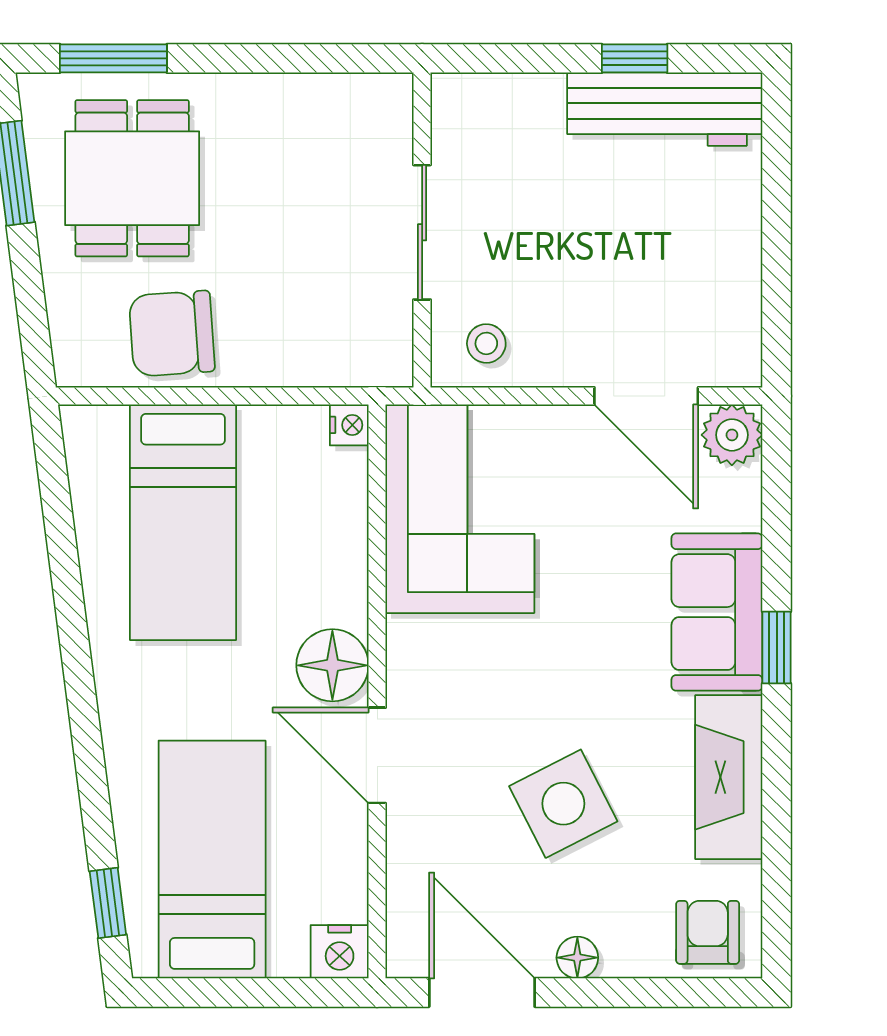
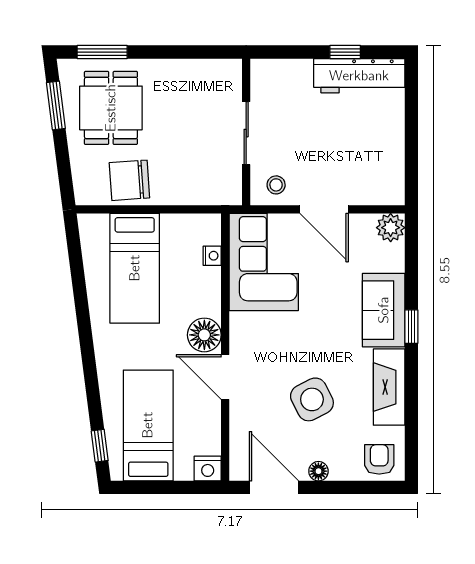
door: (646, 396) -> (324, 209), moved
nightstand: (349, 425) -> (212, 256), moved

